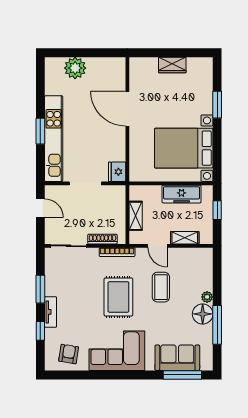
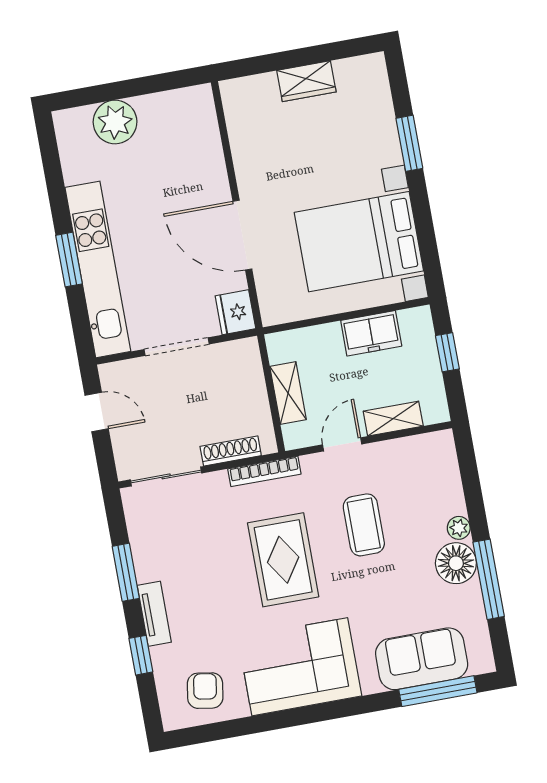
door: (127, 109) -> (242, 235), moved
freezer: (182, 194) -> (371, 333), width x0.71
door: (158, 246) -> (342, 444), swing flipped

